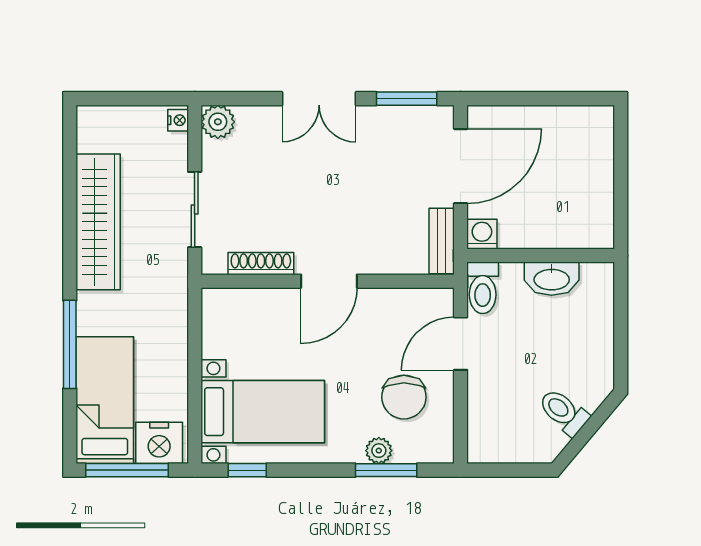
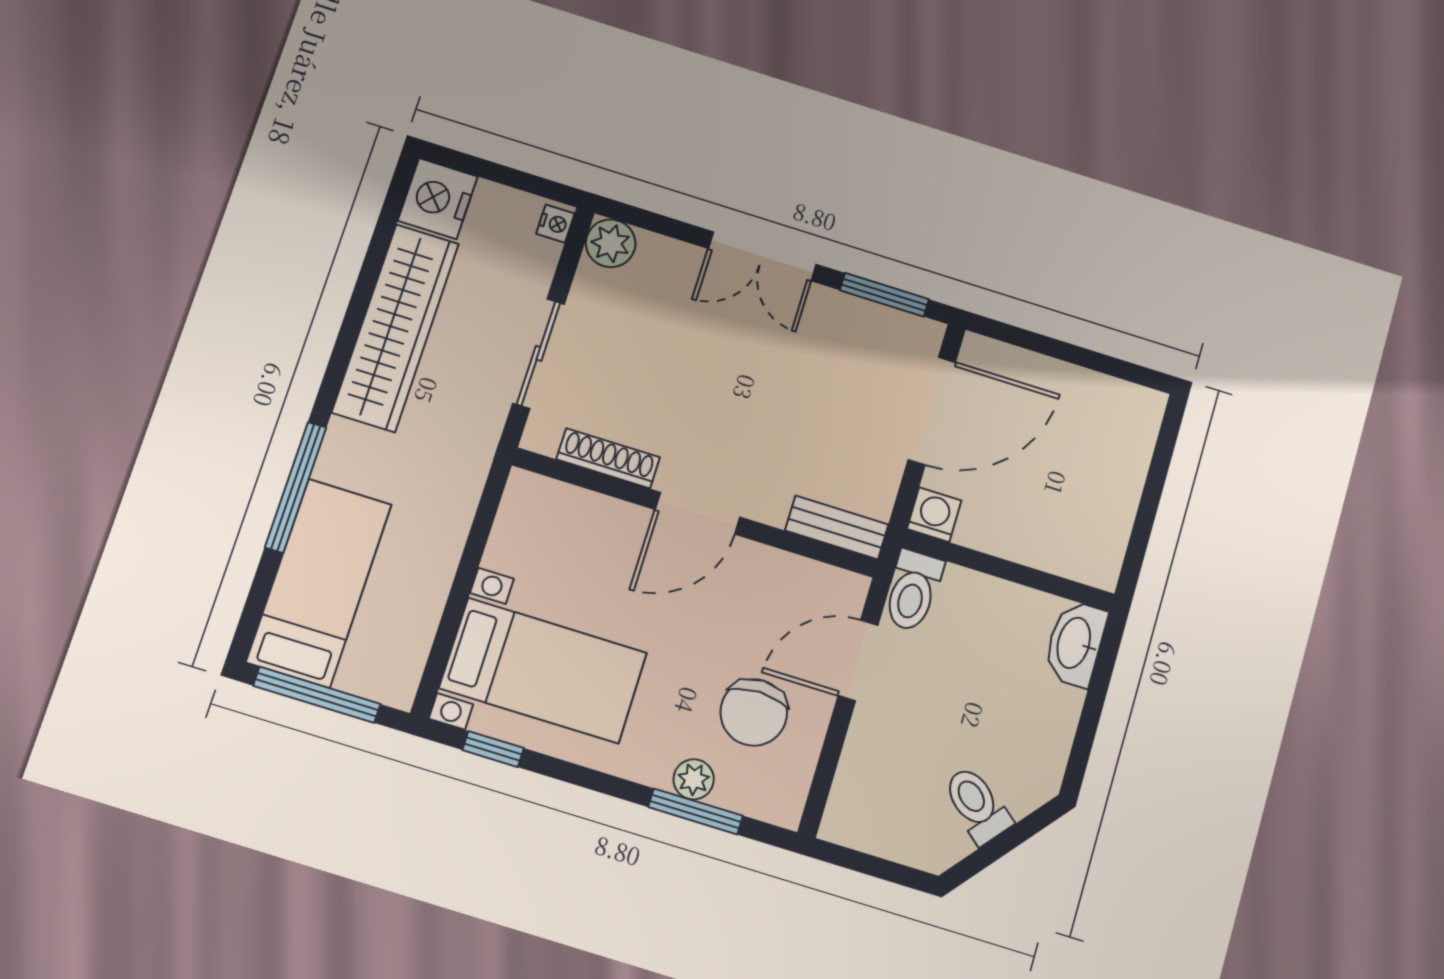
bench: (442, 241) -> (837, 527), moved, turned 90
washbasin: (552, 279) -> (1075, 643), moved, turned 90
nightstand: (159, 443) -> (438, 199), moved, turned 90

